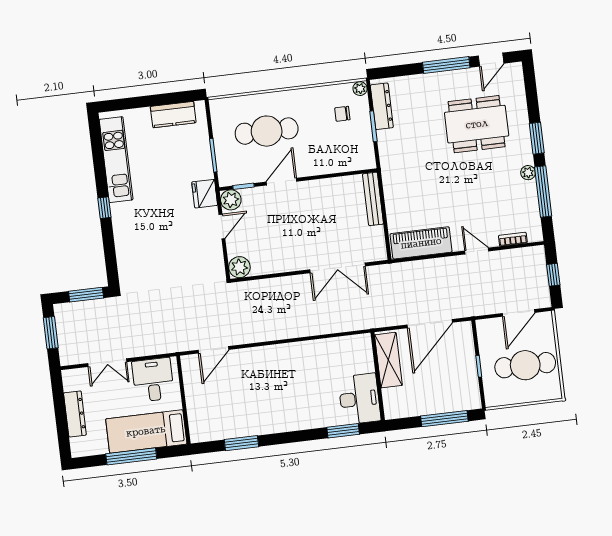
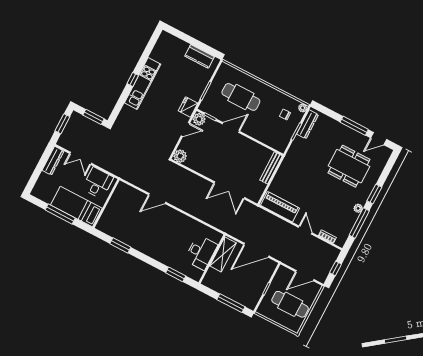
kitchen unit: (116, 160) -> (143, 83), moved
door: (213, 350) -> (157, 198), moved
desk: (359, 399) -> (201, 252), moved
dresser: (75, 414) -> (53, 161), moved

